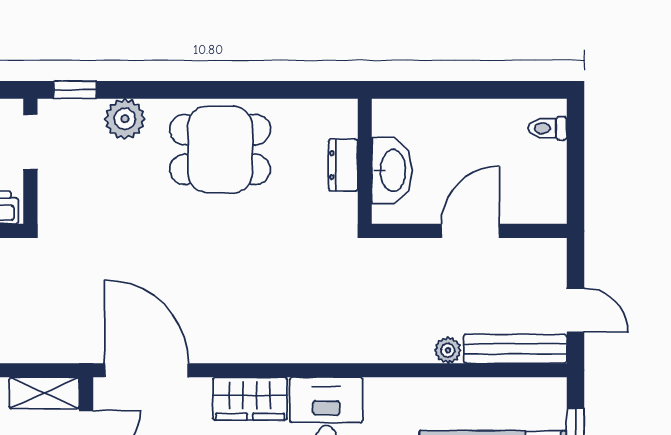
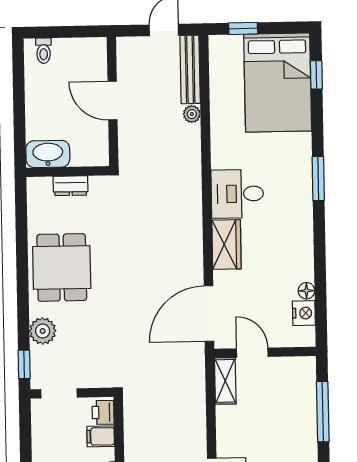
washbasin: (392, 171) -> (48, 154), moved

